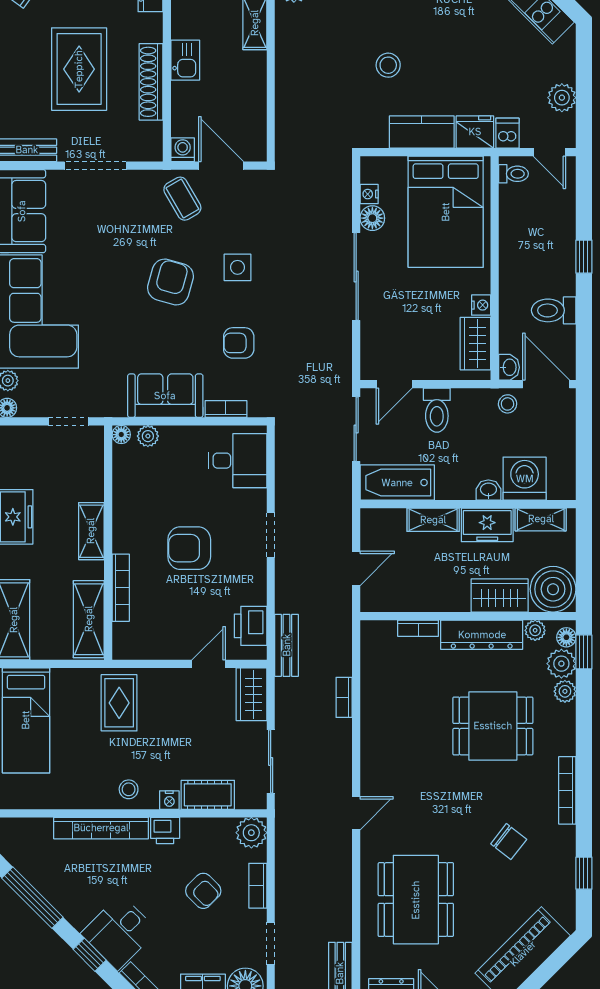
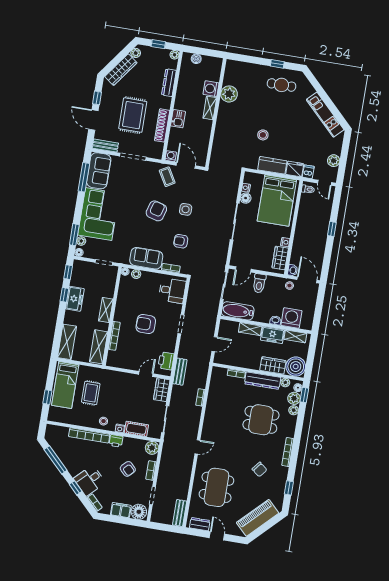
toilet: (554, 310) -> (315, 249), removed
rug: (119, 703) -> (91, 393), moved

